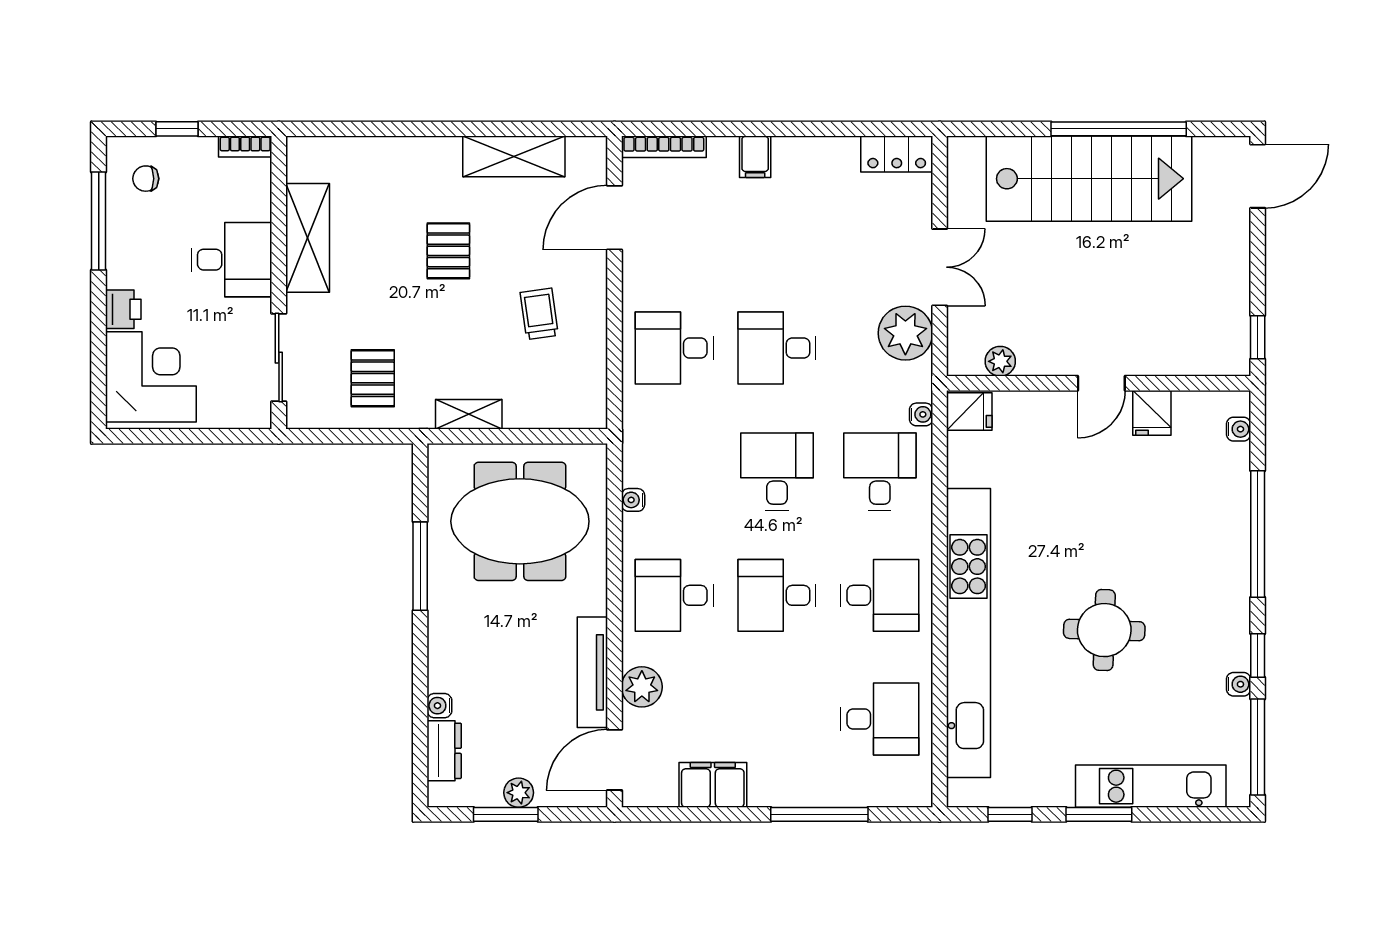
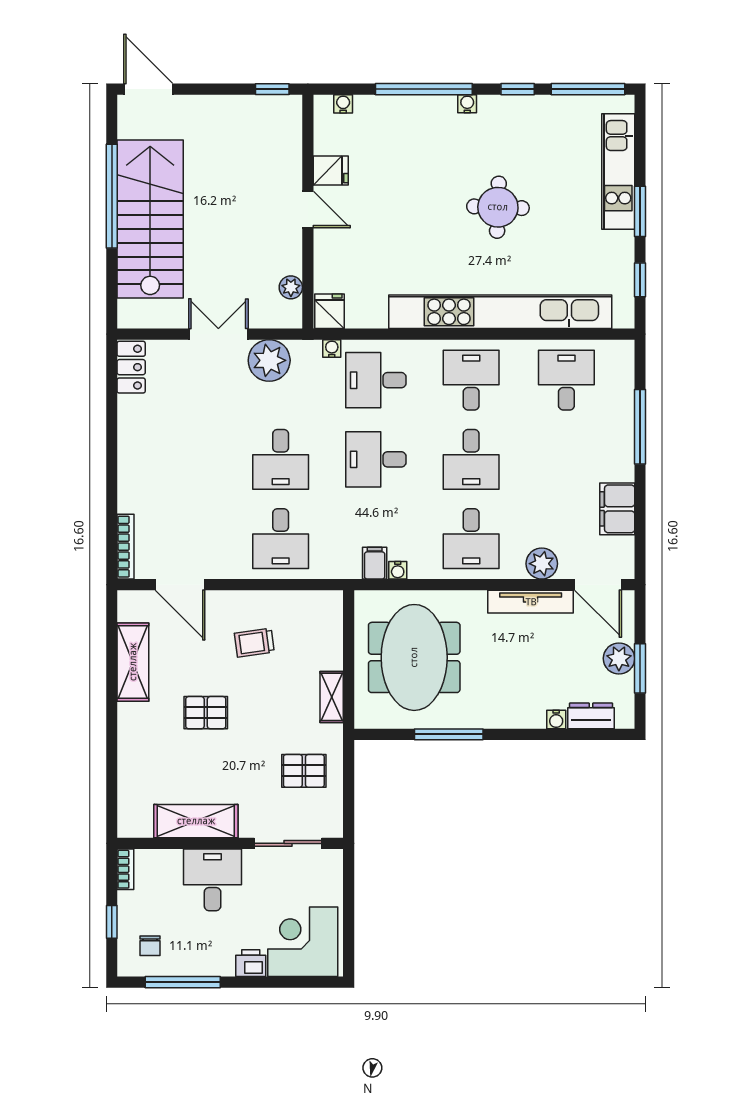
filing cabinet: (755, 157) -> (375, 563), moved, turned -90
water cooler: (1239, 684) -> (467, 104), moved
plant: (519, 793) -> (619, 658), width x1.38, depth x1.38

